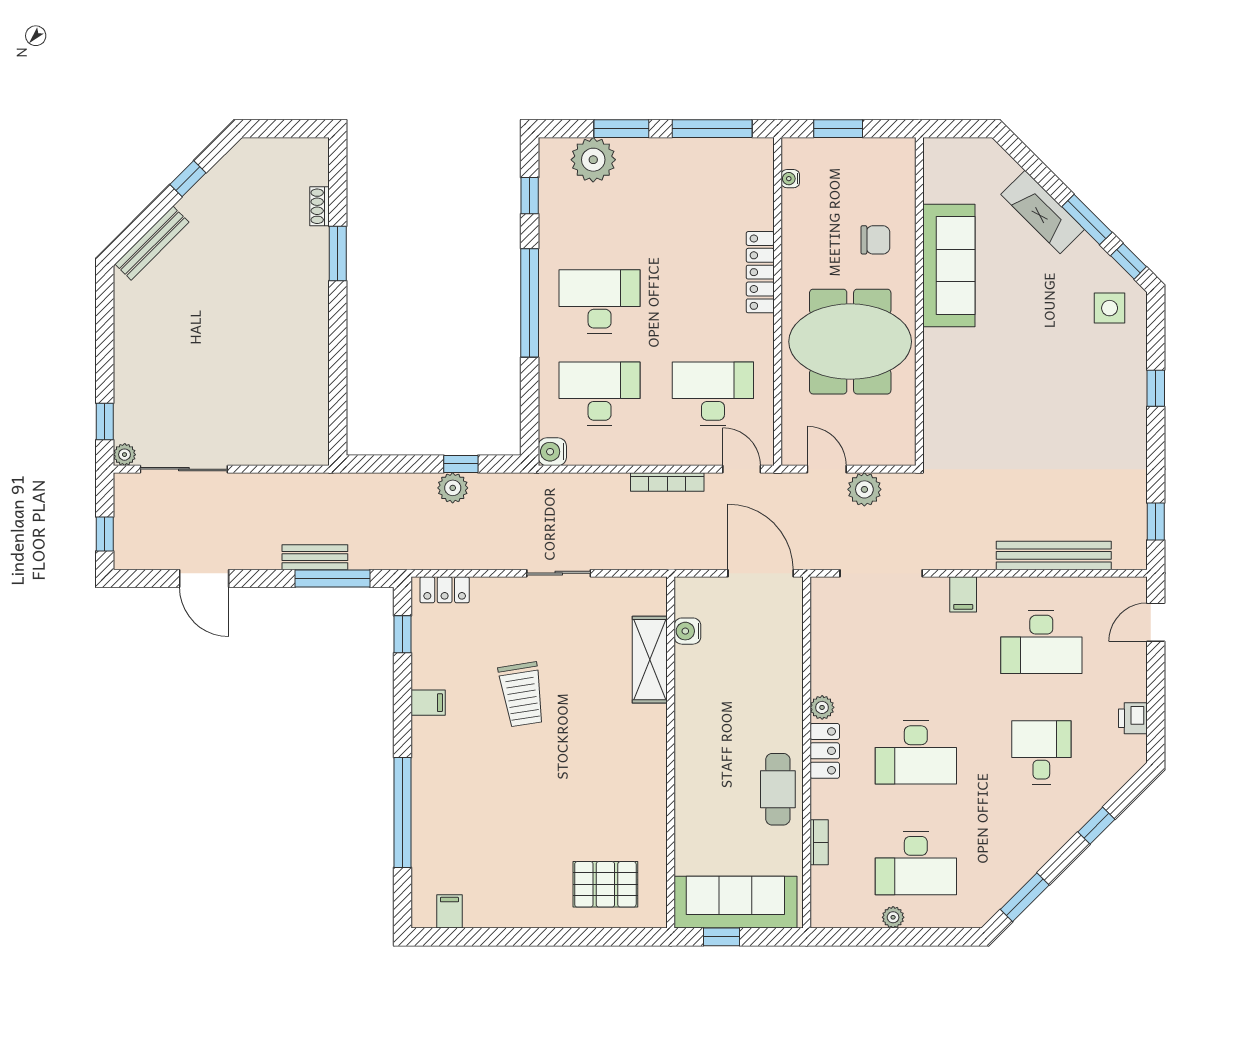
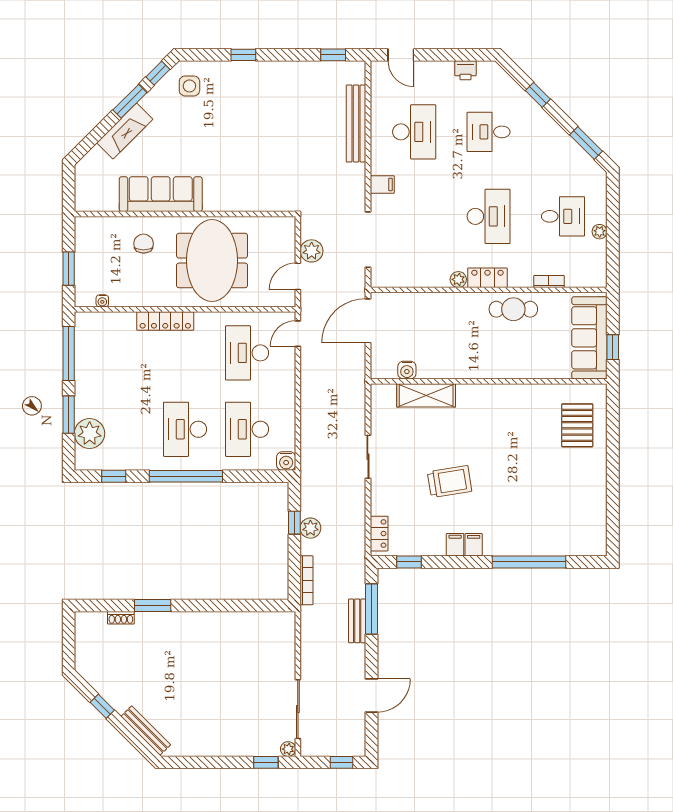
bookcase: (667, 482) -> (307, 580), moved
desk: (916, 863) -> (563, 216), width x0.73
filing cabinet: (449, 911) -> (474, 545), moved, turned 90

